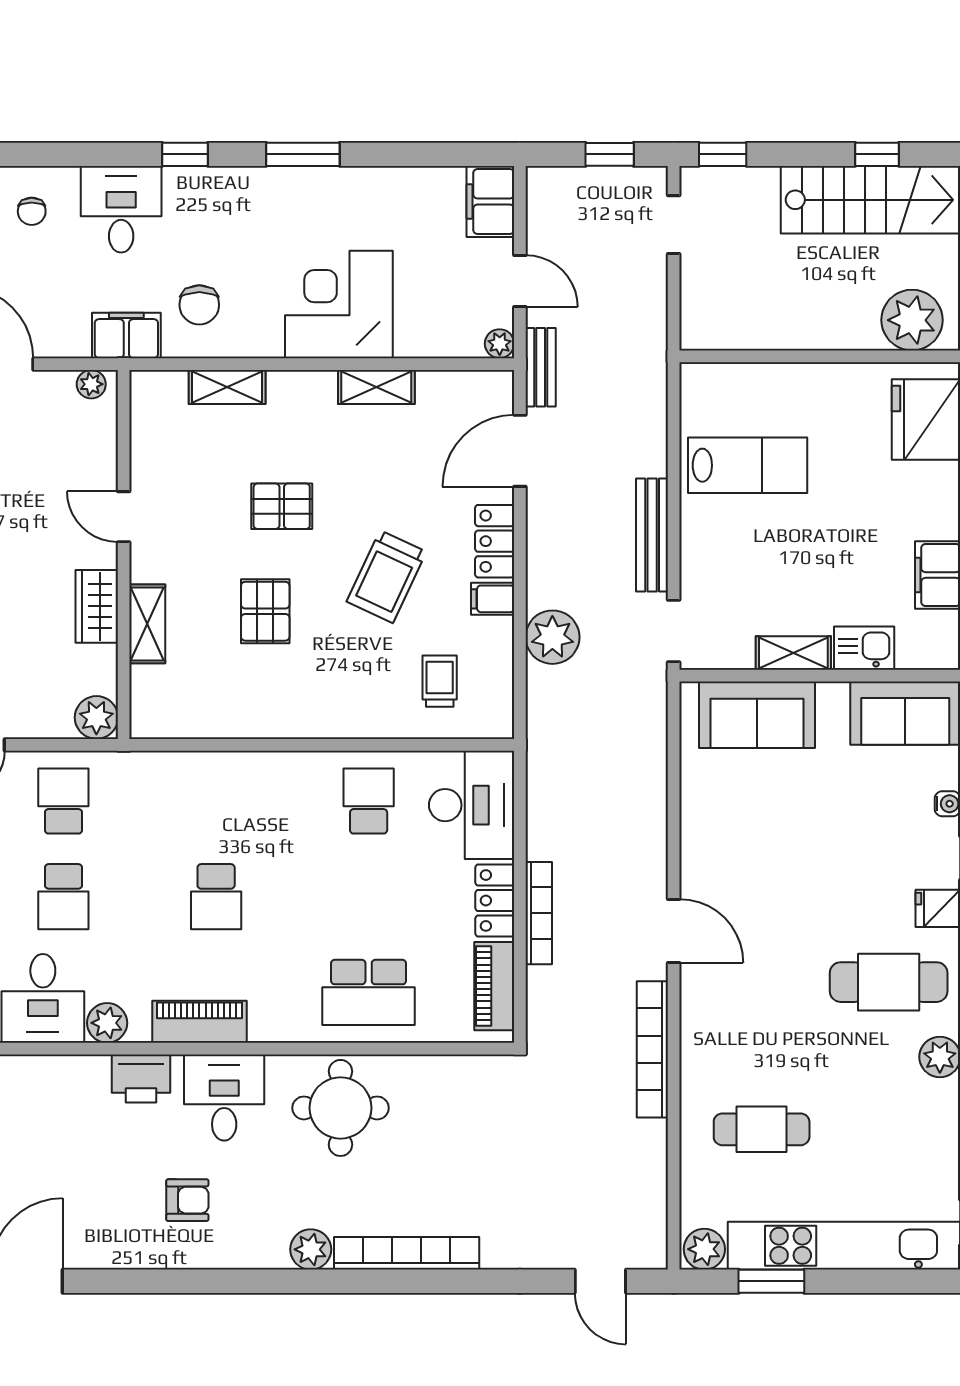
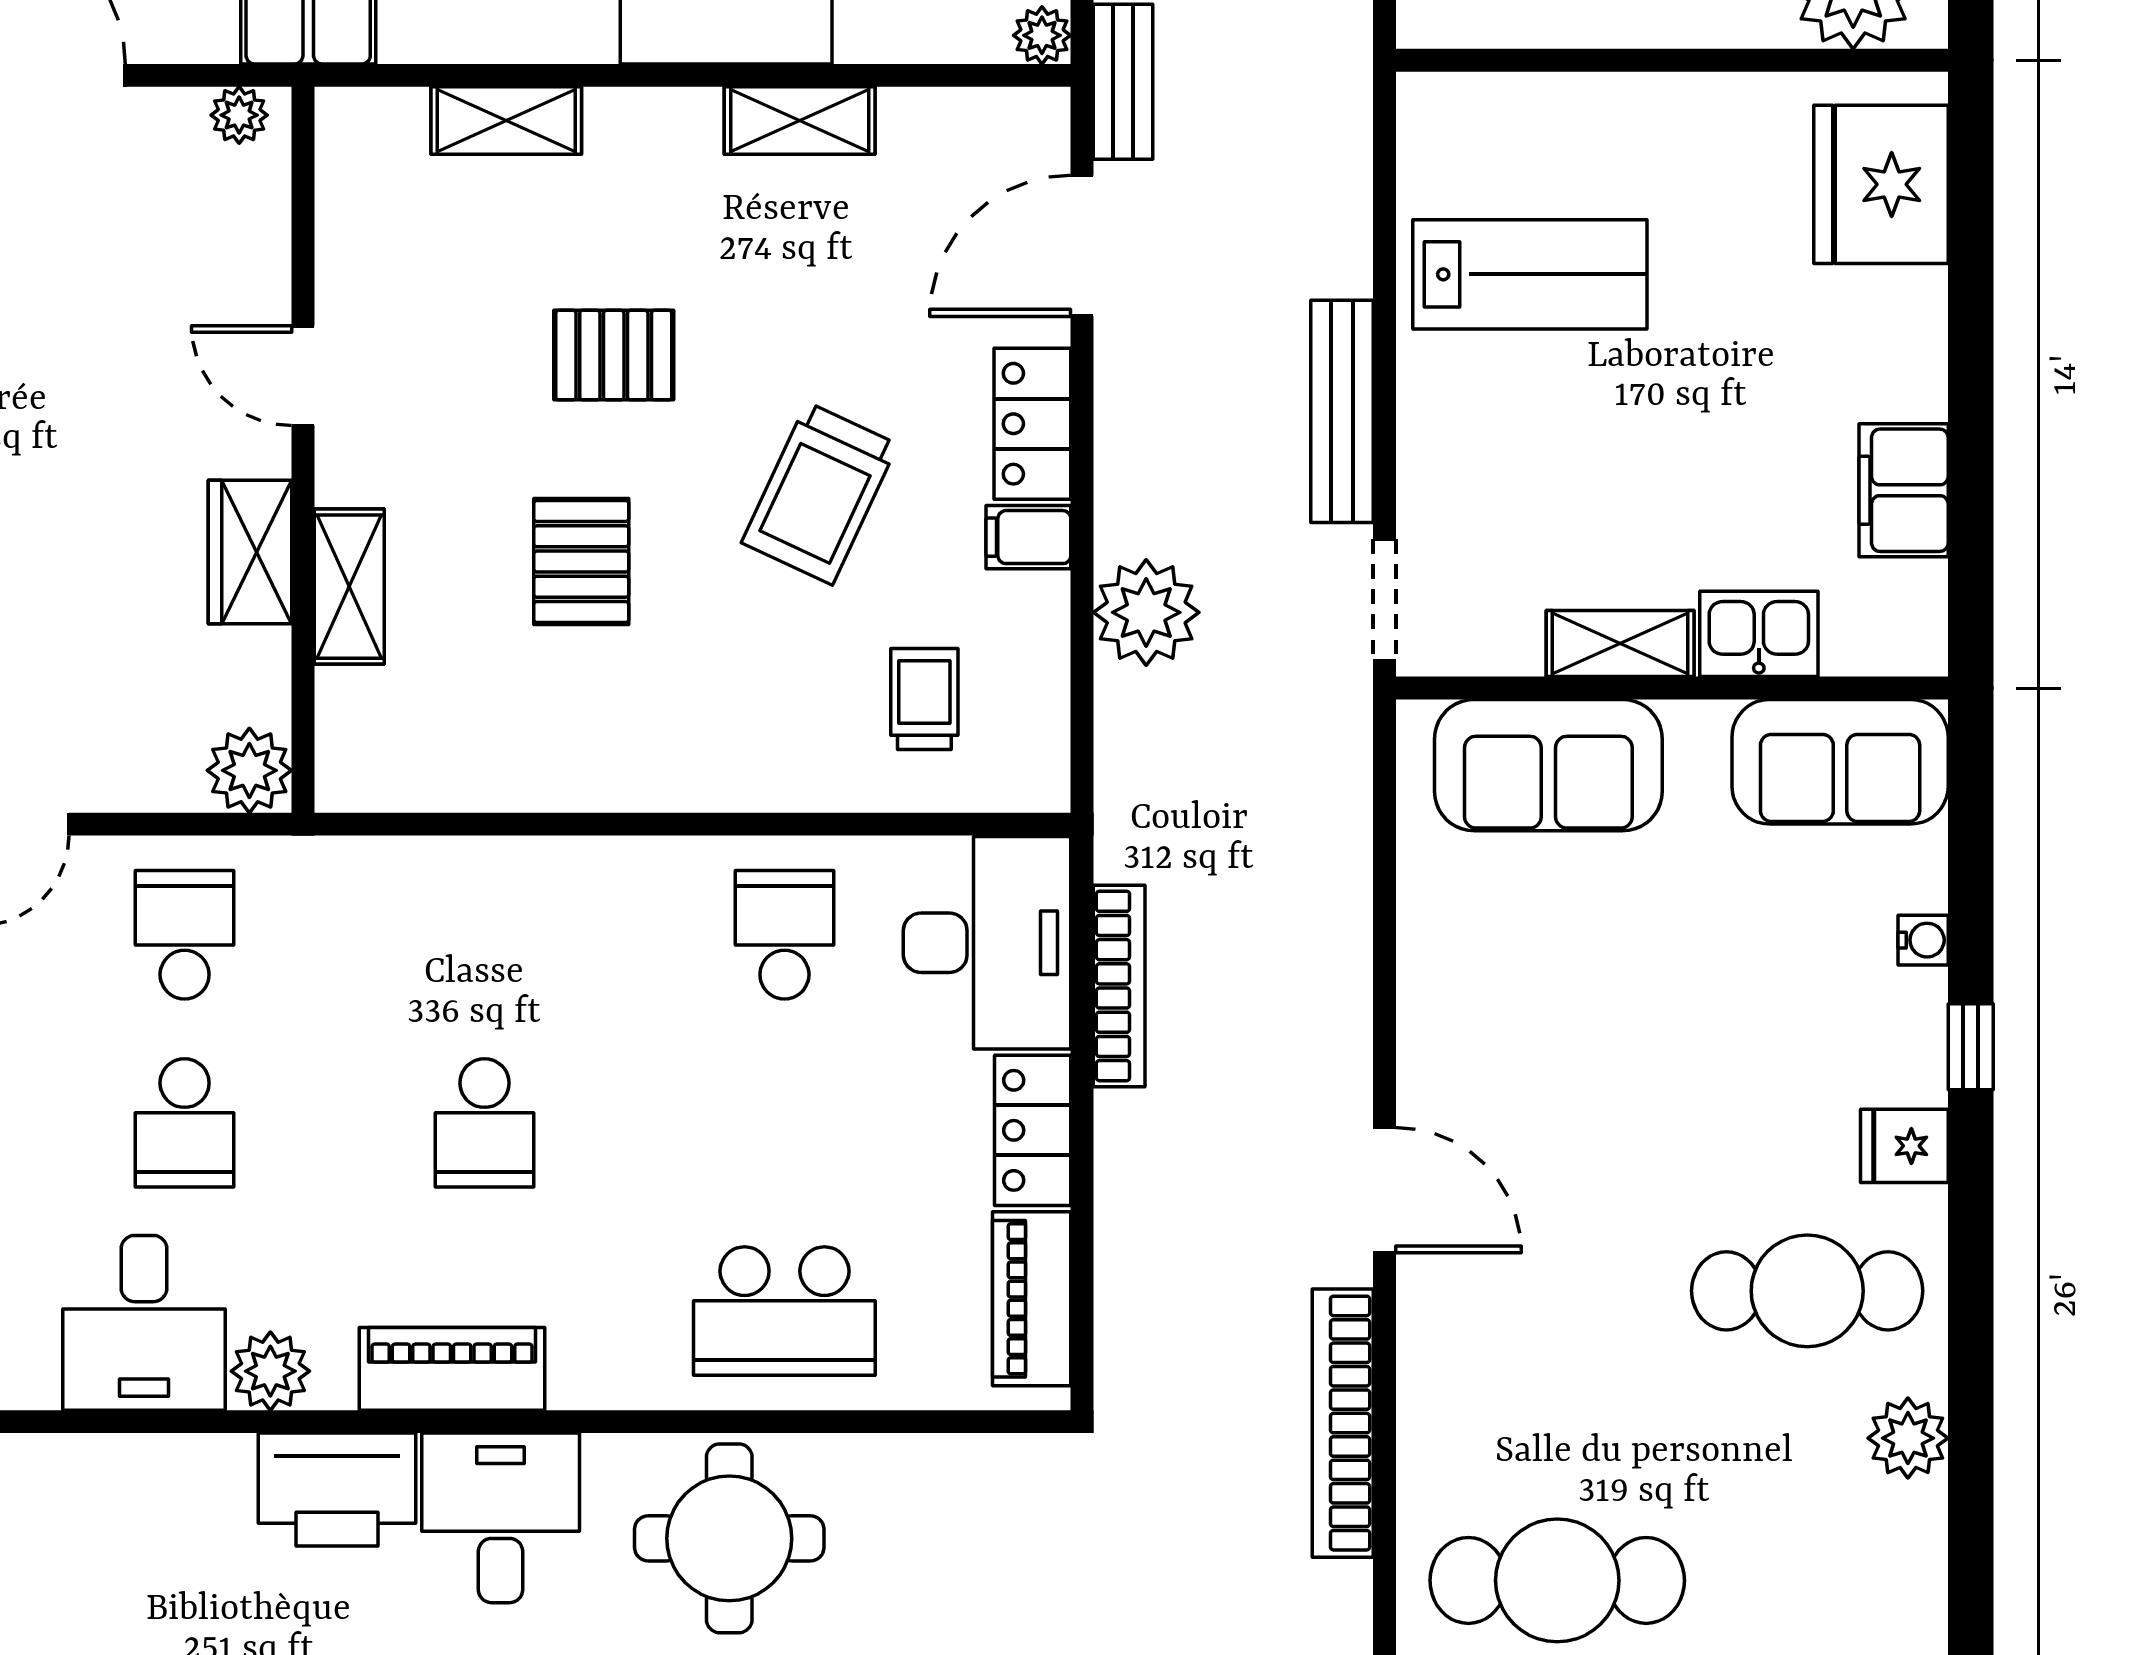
bookcase: (539, 913) -> (1119, 986), moved
printer: (141, 1078) -> (337, 1489), width x1.37, depth x1.19
cafe table: (762, 1129) -> (1557, 1580), width x1.37, depth x1.35

